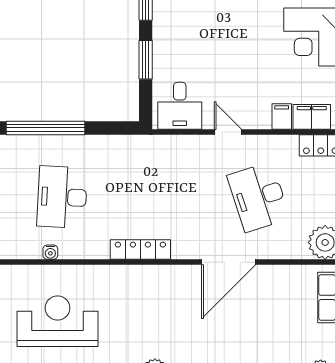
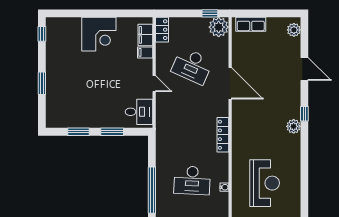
door: (228, 132) -> (154, 84), swing flipped
desk: (259, 197) -> (192, 66), turned 42
reception desk: (58, 321) -> (265, 183), turned 180

